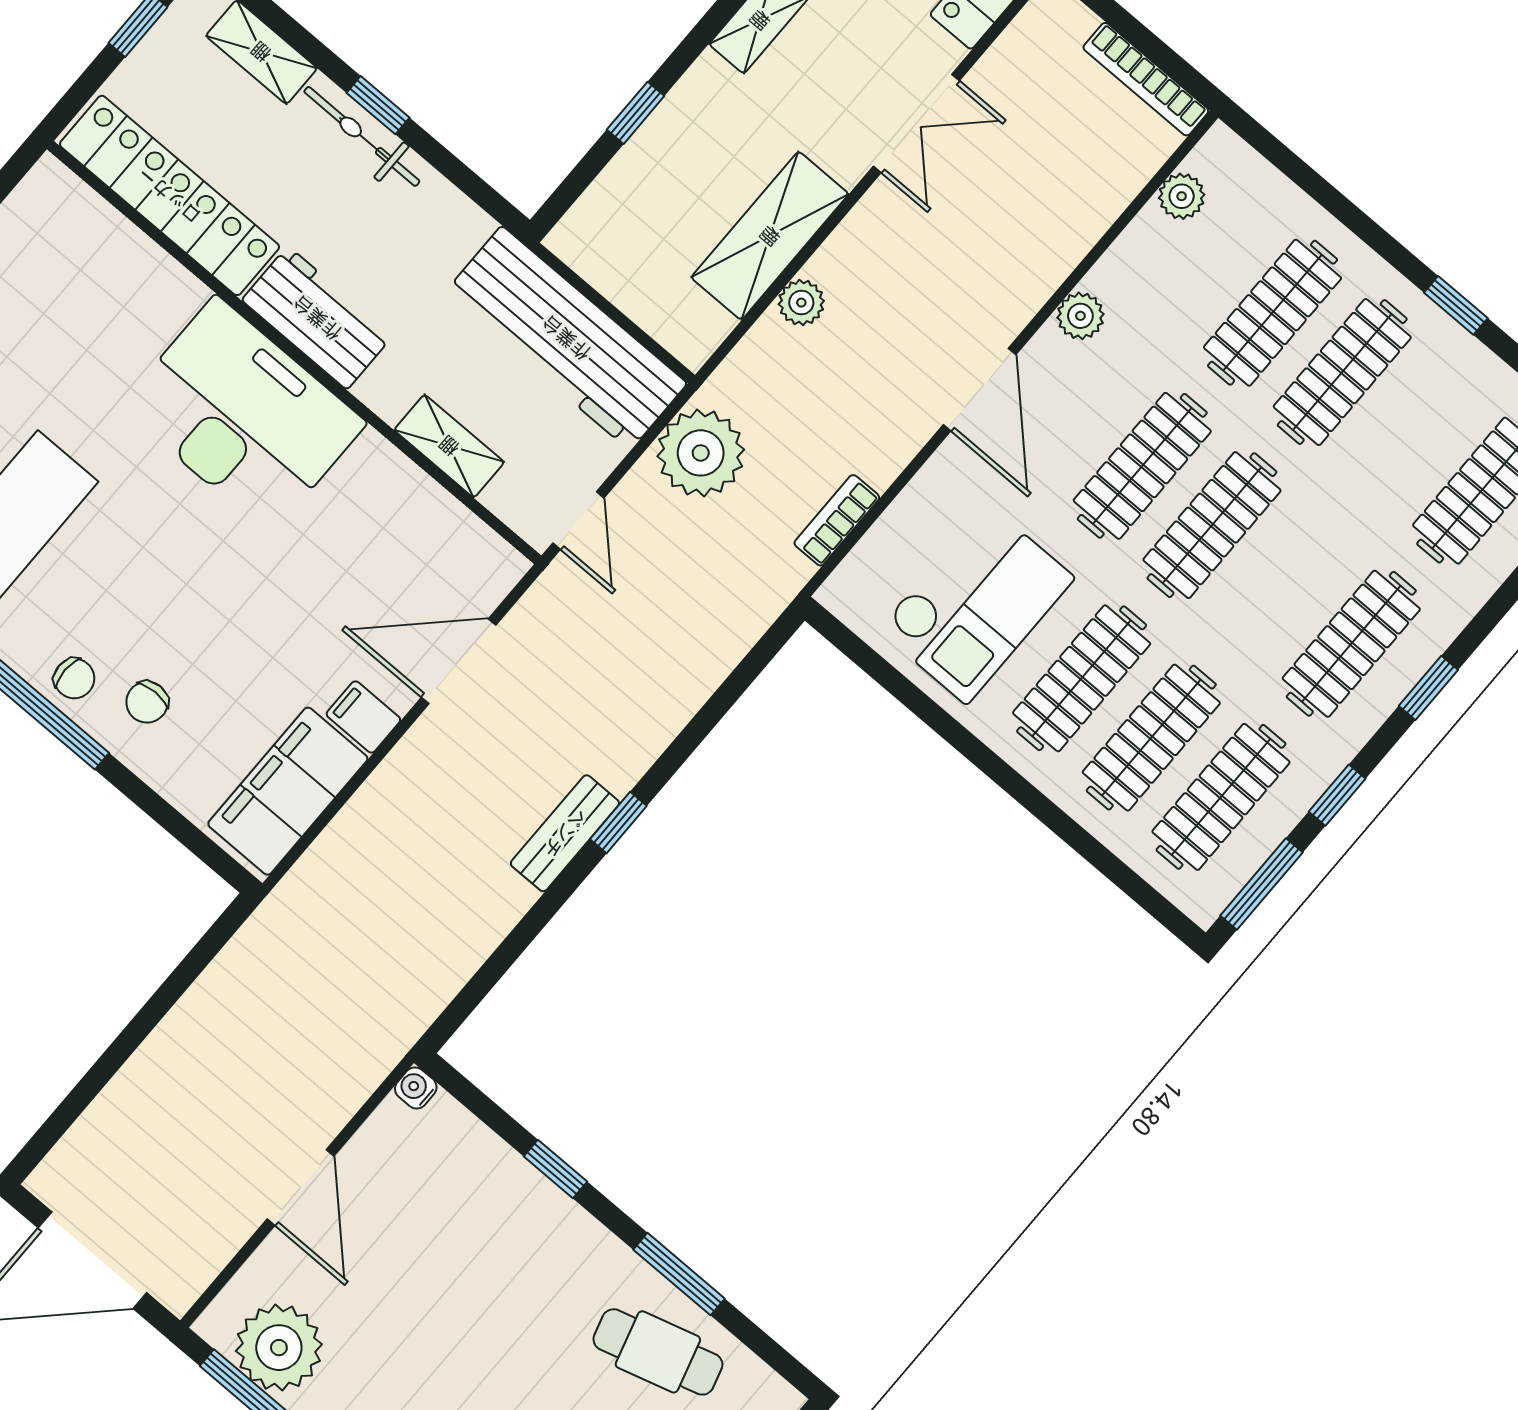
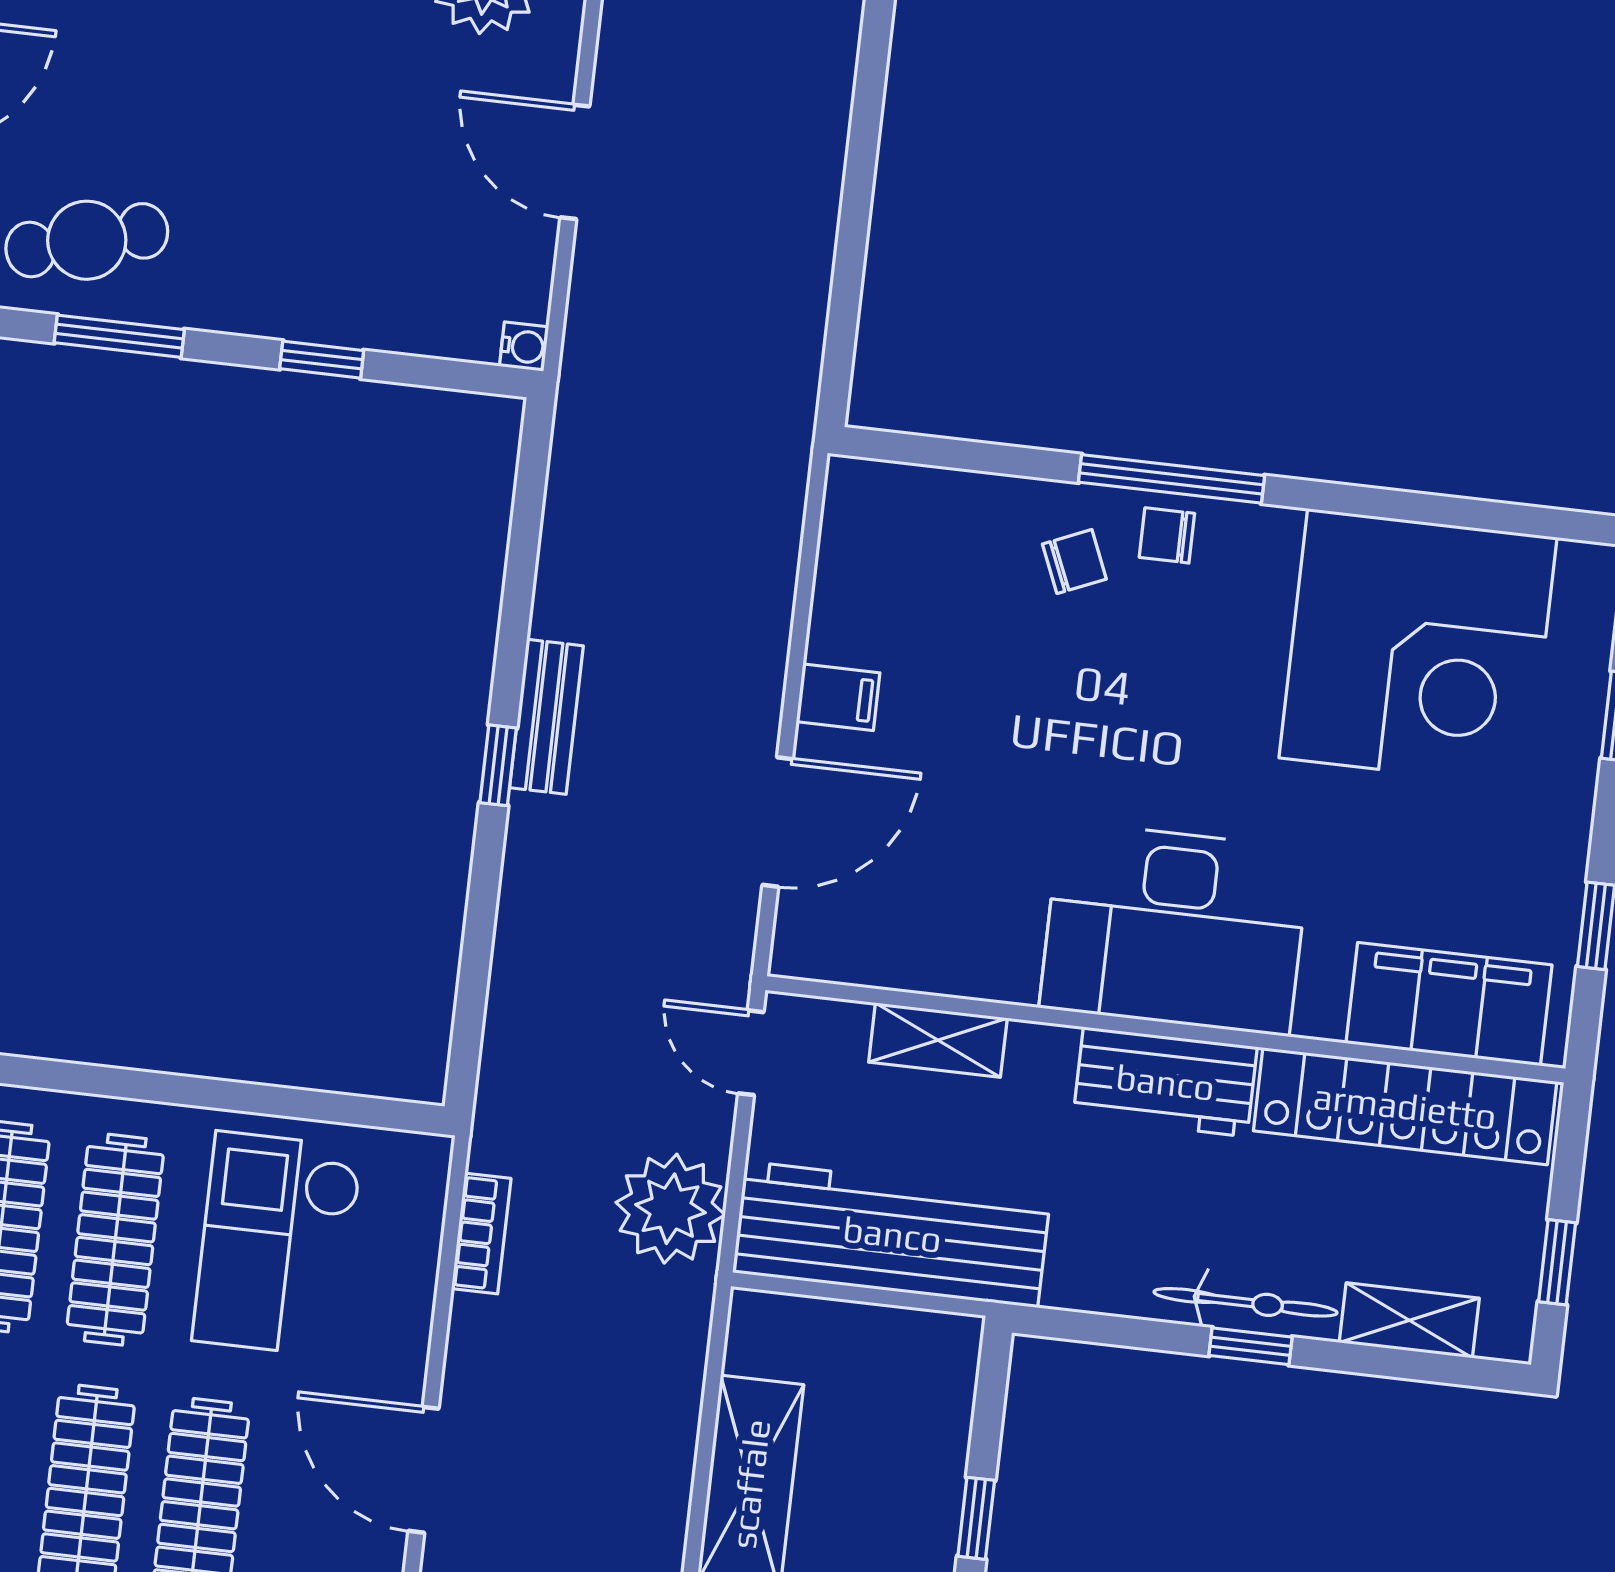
plant: (801, 303) -> (671, 1436), removed
chair: (147, 702) -> (1074, 562), turned 68
filing cabinet: (288, 791) -> (1449, 1004), moved, turned -90

